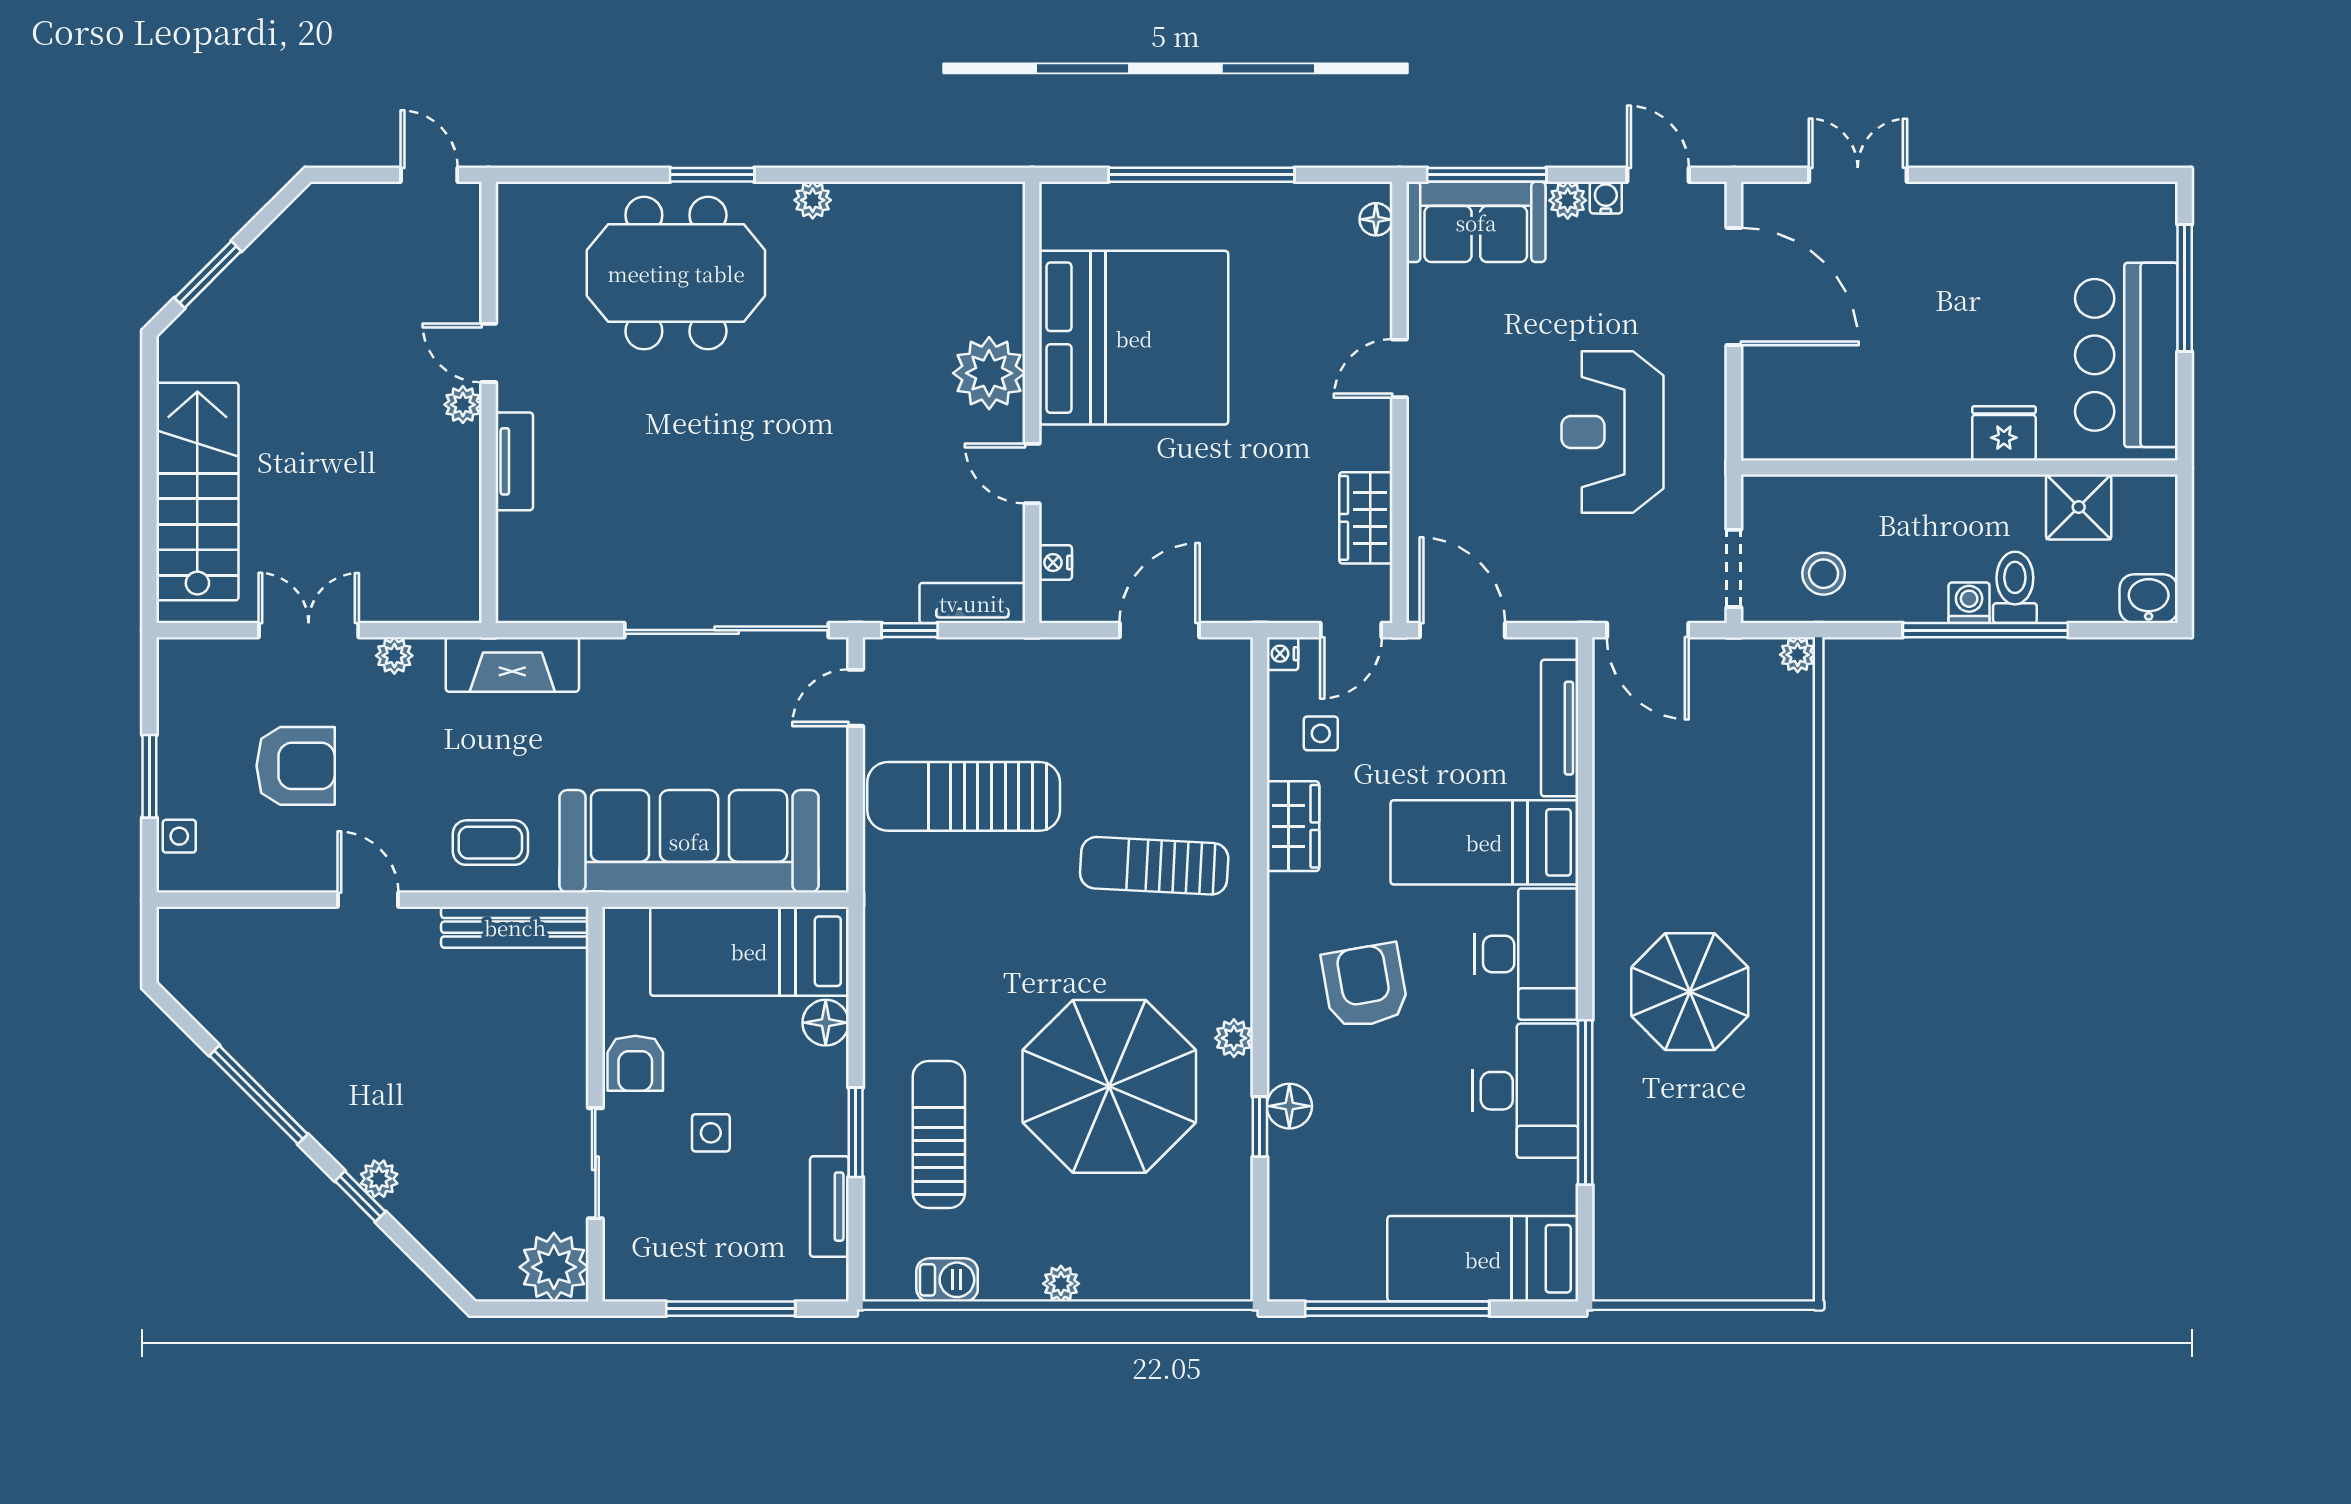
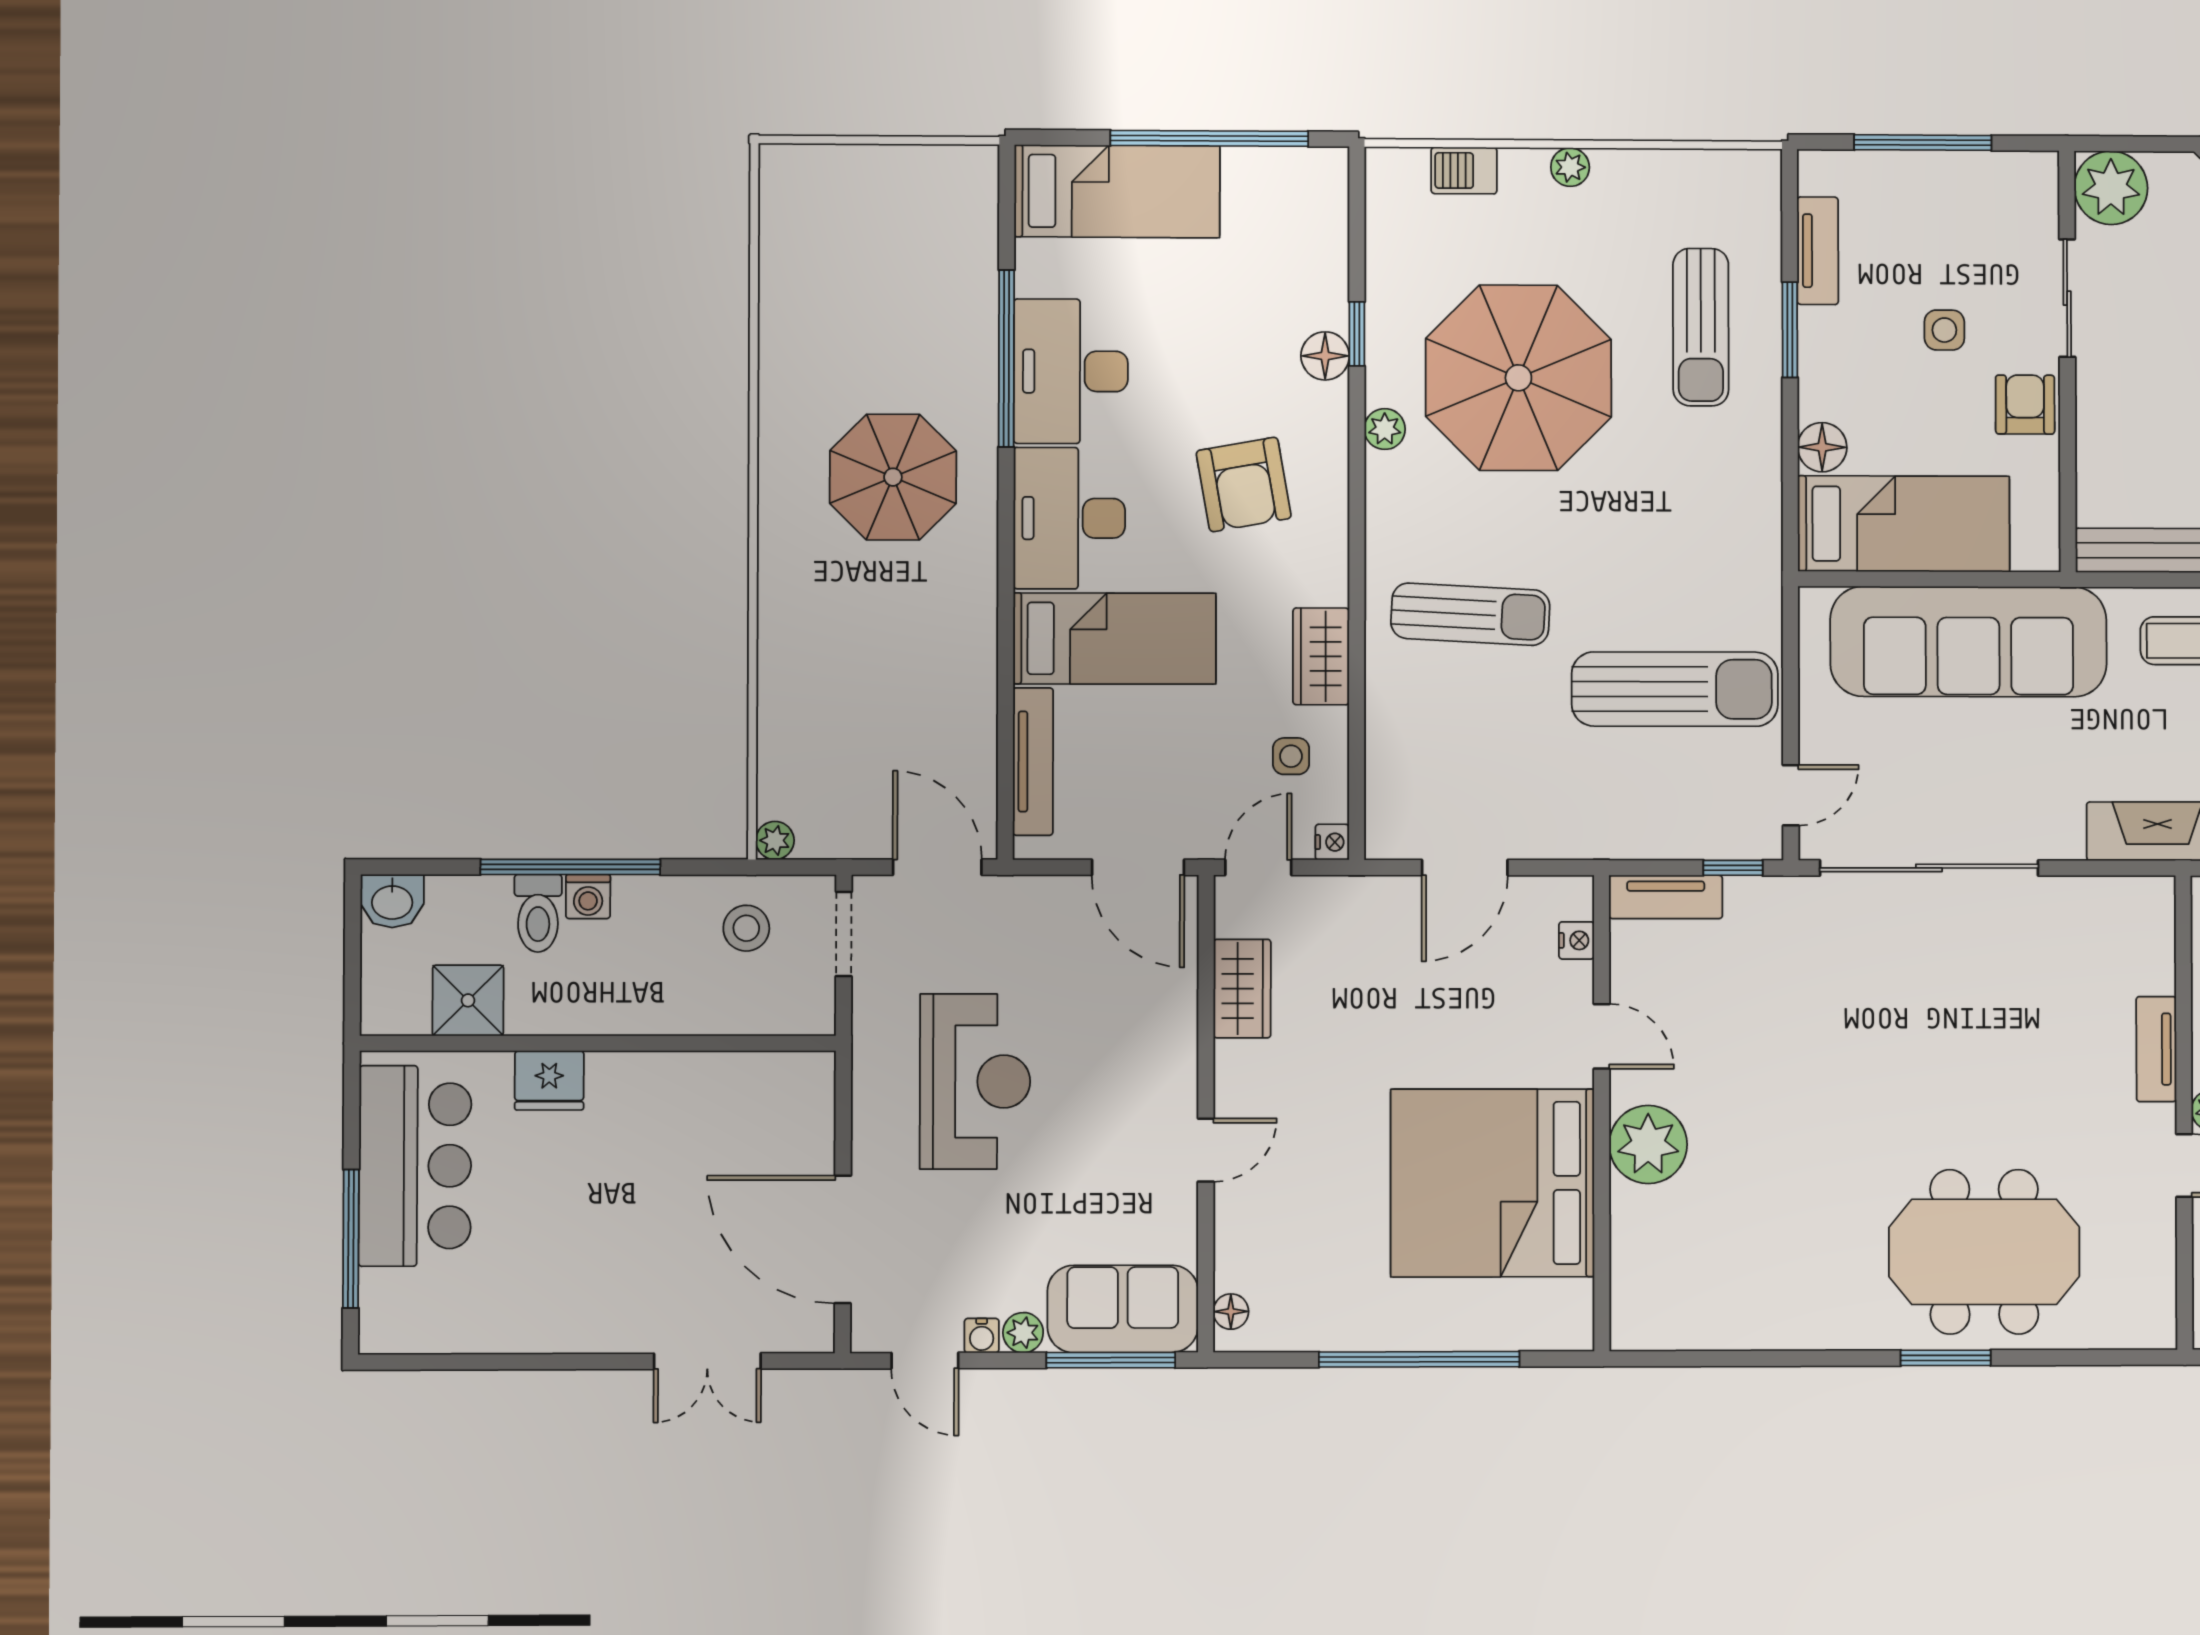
plant: (813, 200) -> (1838, 1331), removed
barbecue: (947, 1280) -> (1464, 171), moved

